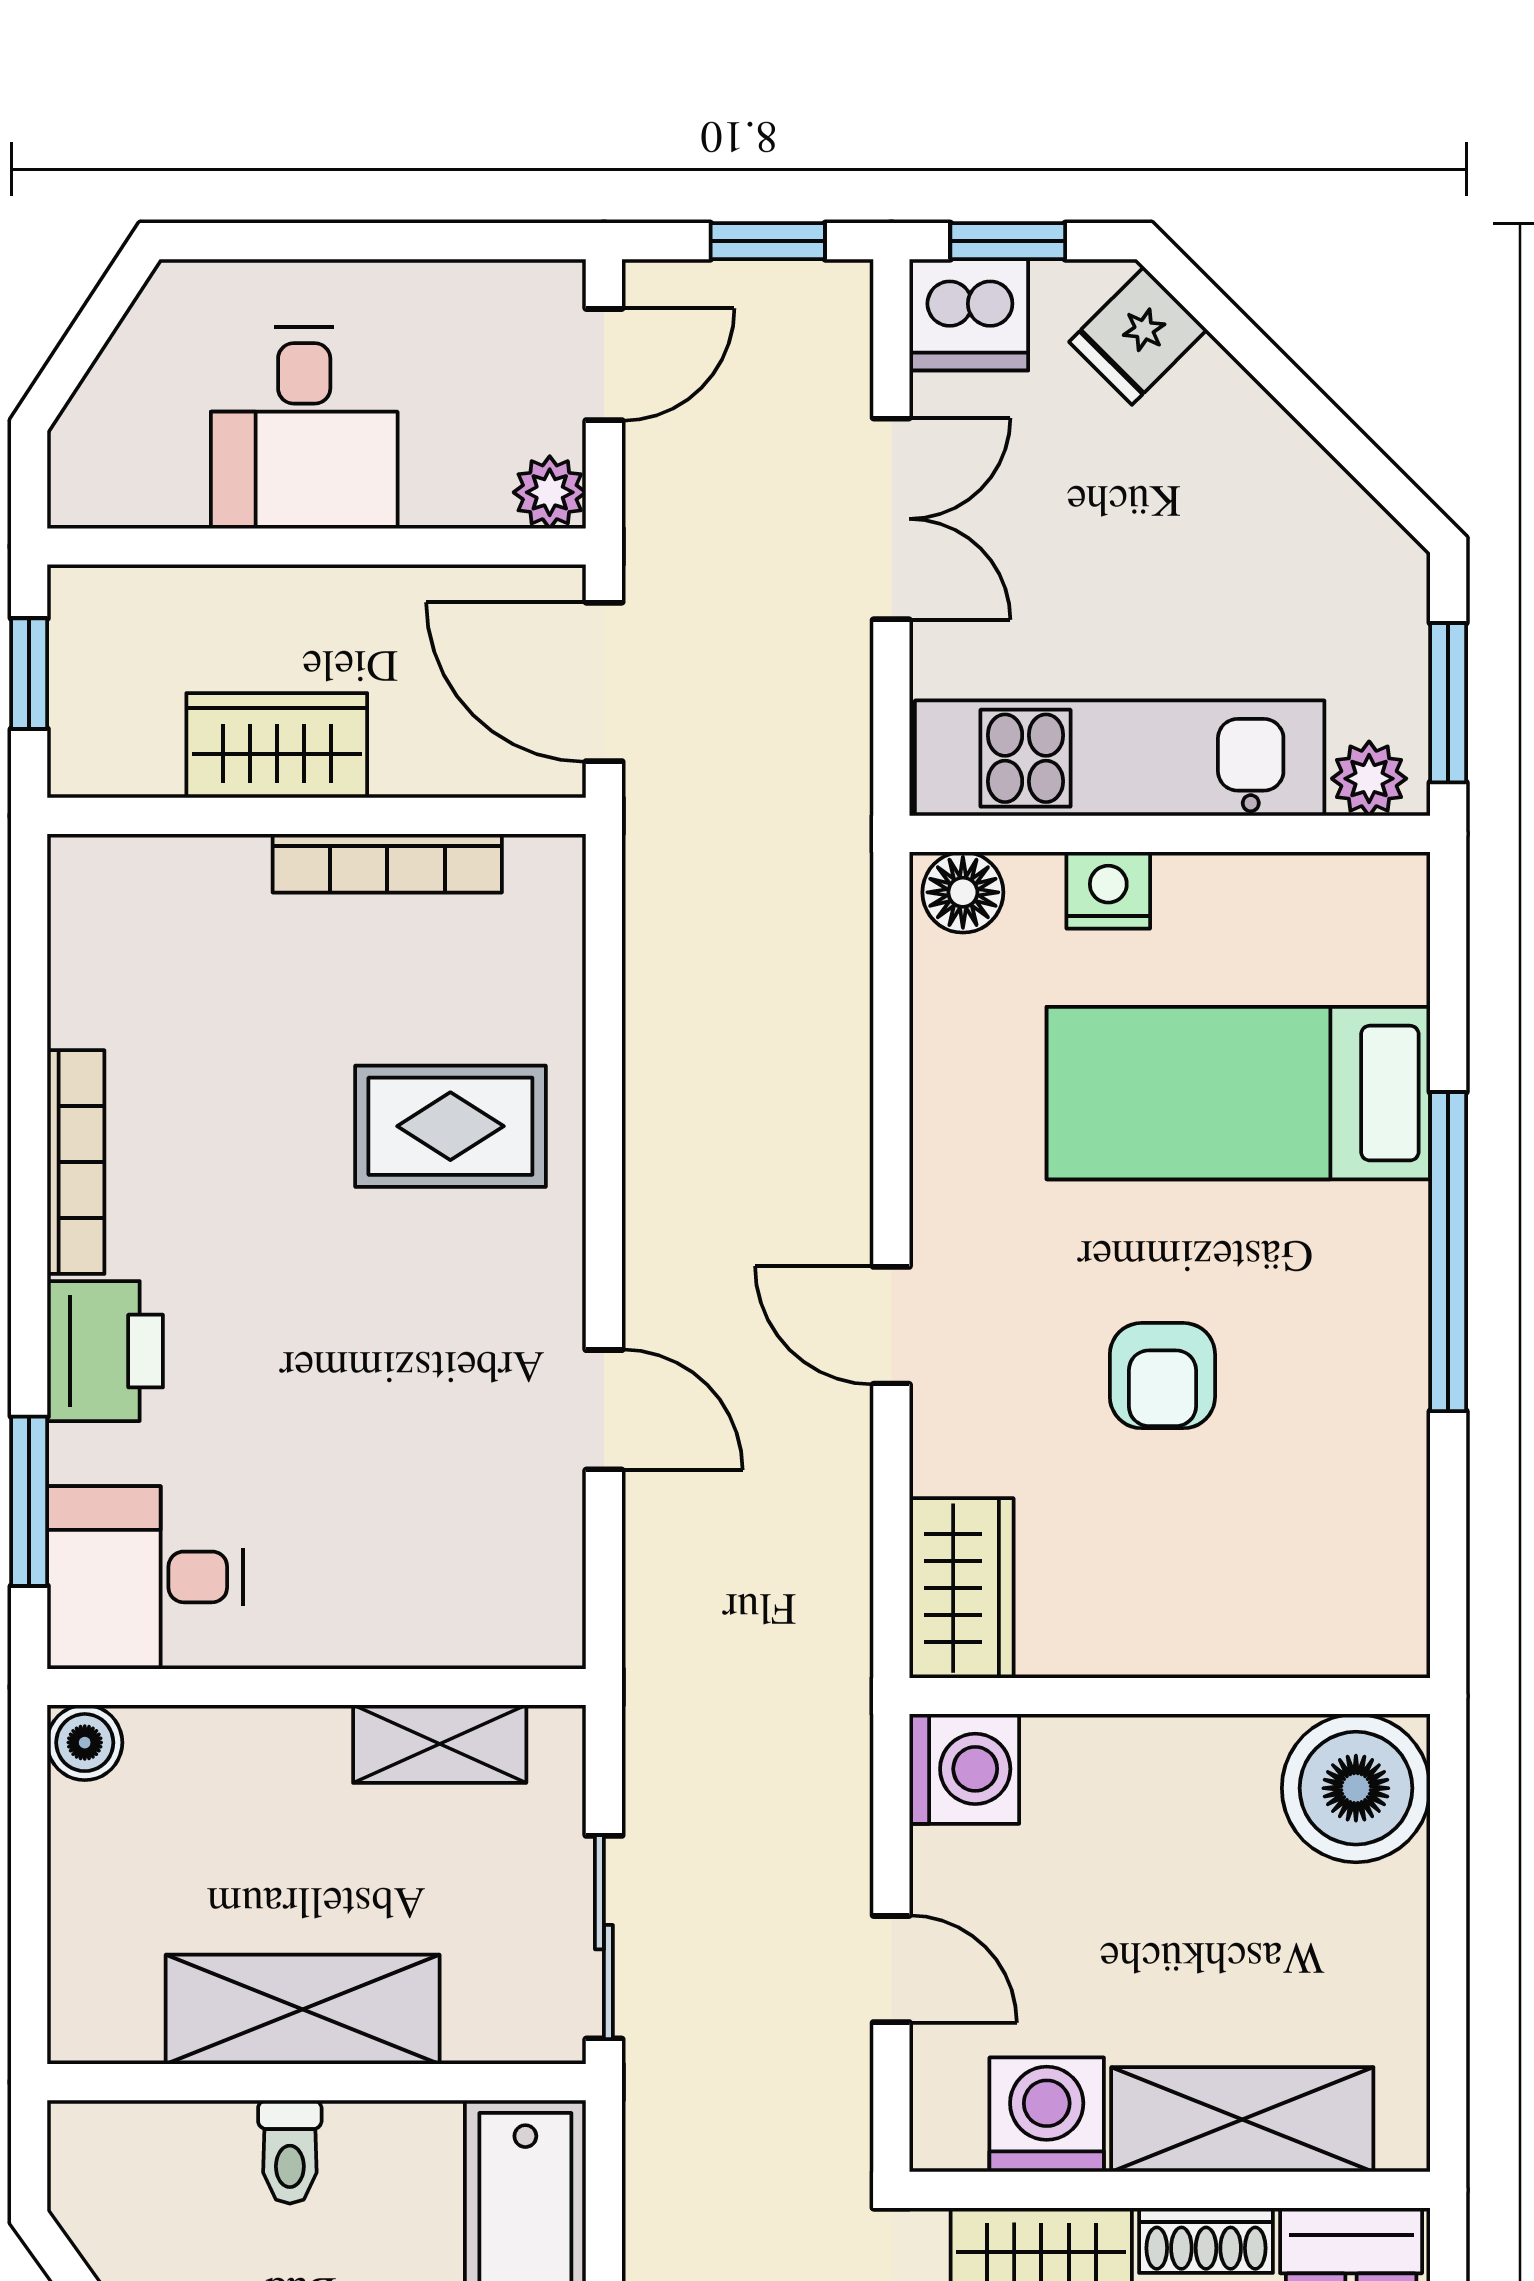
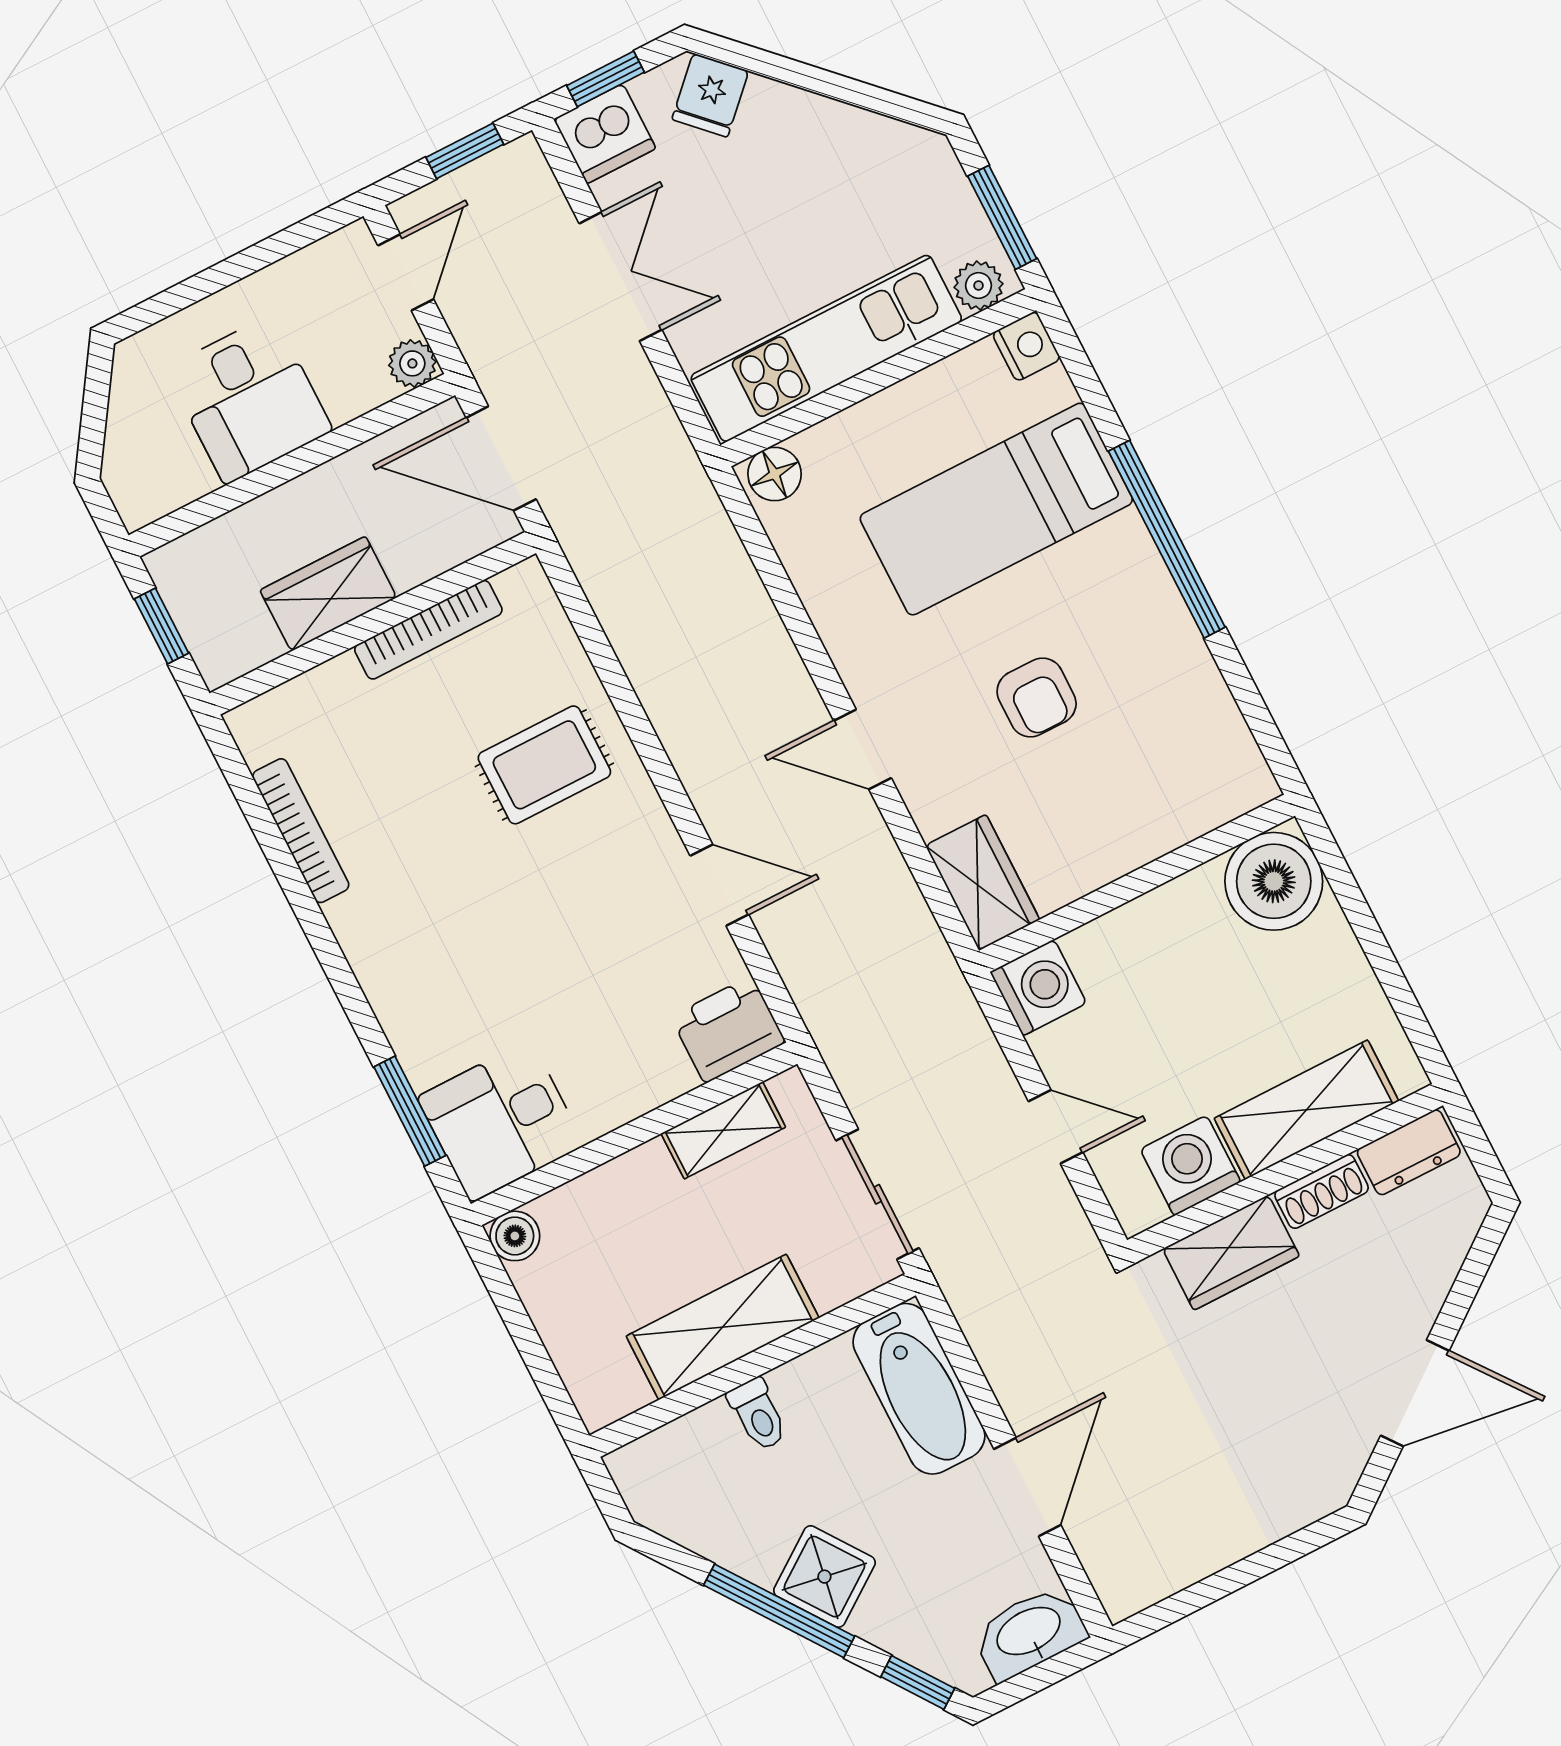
nightstand: (1108, 890) -> (1026, 346), moved, turned 90
bookcase: (76, 1162) -> (301, 831), moved
printer: (105, 1351) -> (728, 1030), moved, turned -90

